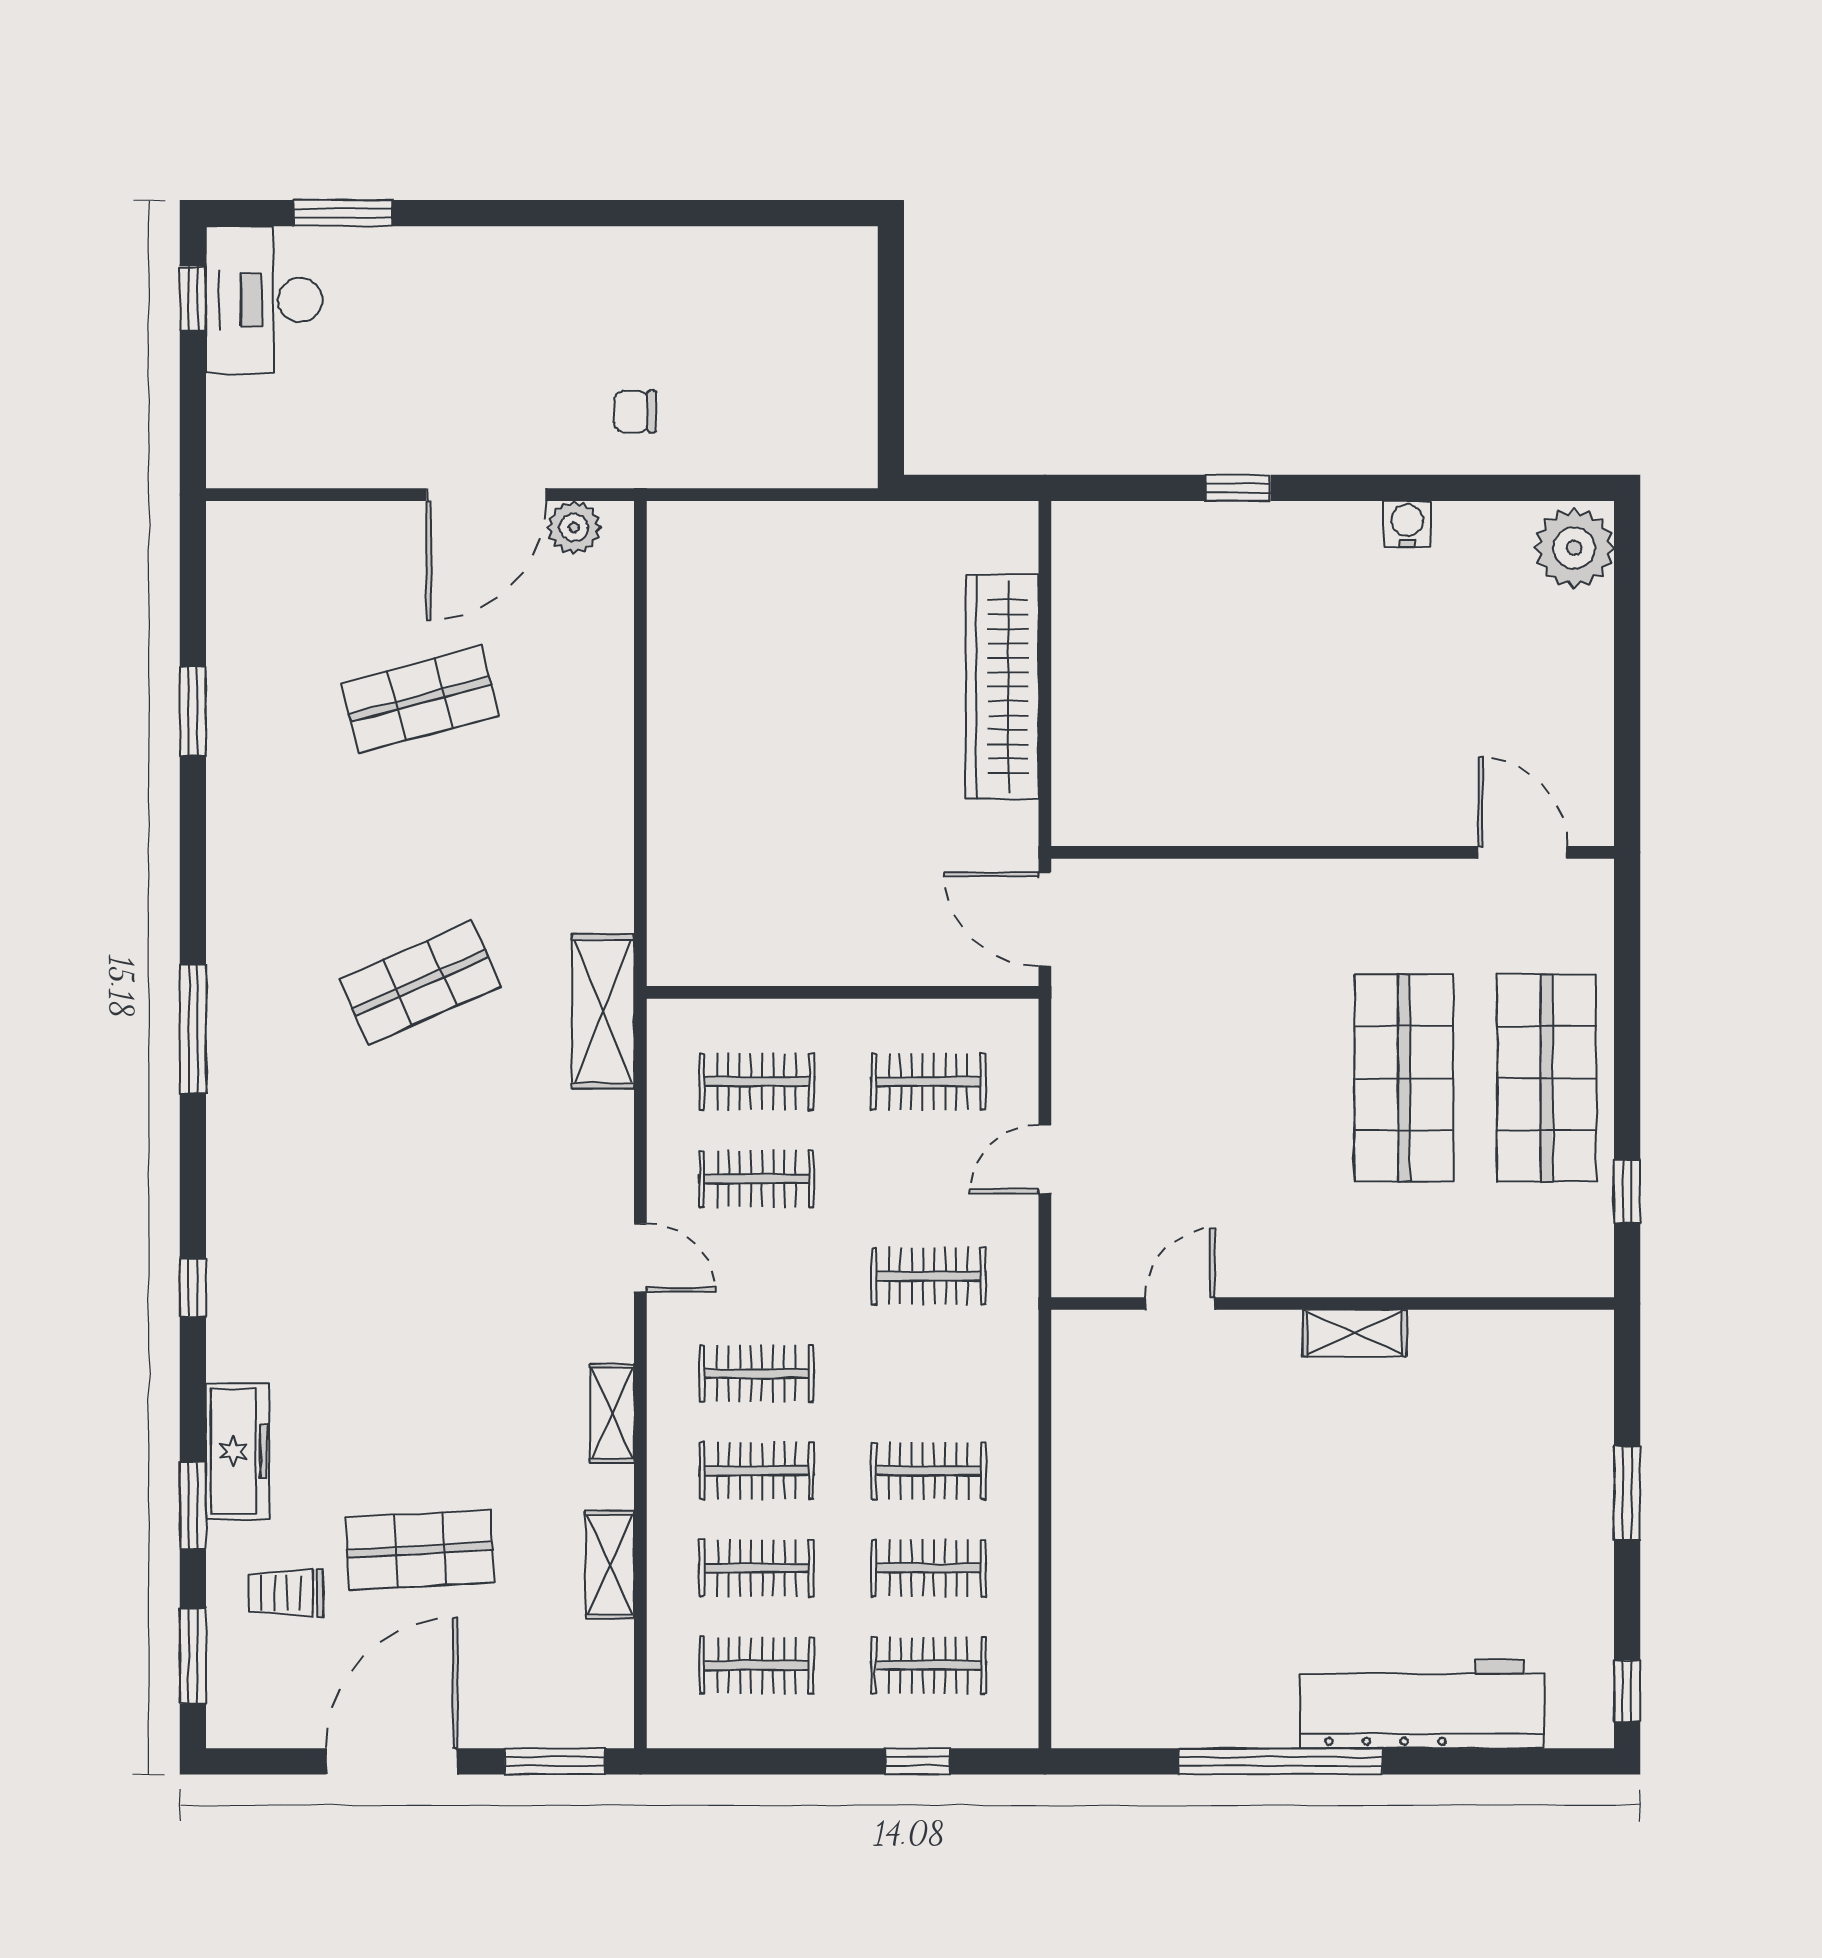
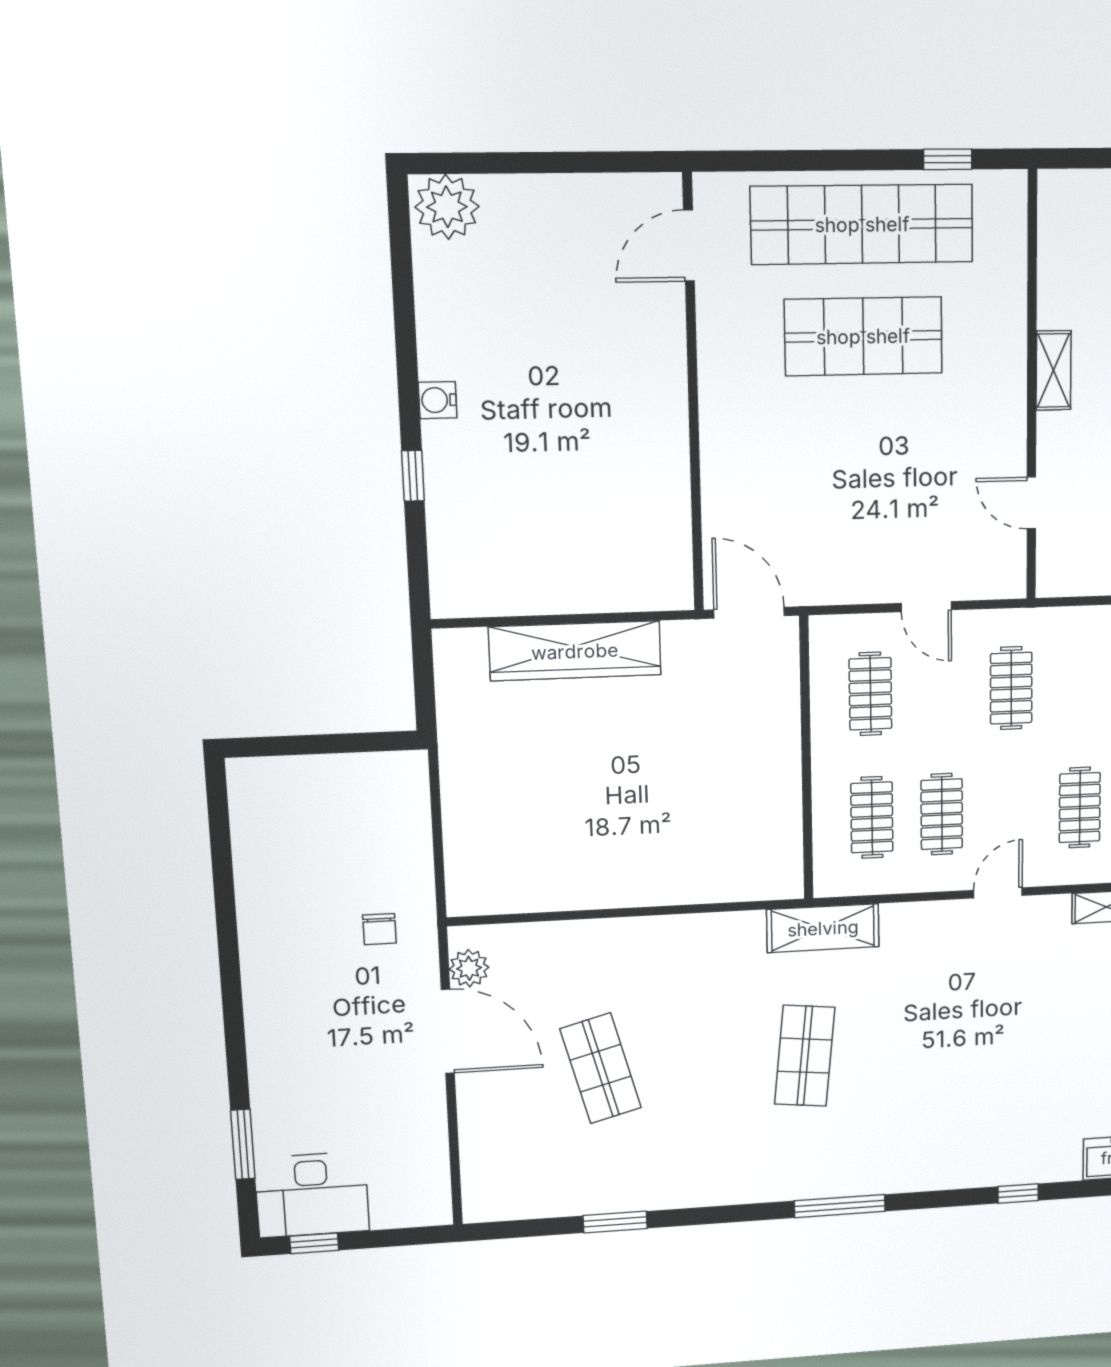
water cooler: (1407, 524) -> (438, 400), moved
door: (1045, 919) -> (749, 613), swing flipped
shop shelf: (420, 983) -> (805, 1056), turned 30
shop shelf: (1547, 1078) -> (862, 224), width x1.40

